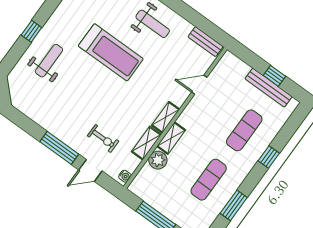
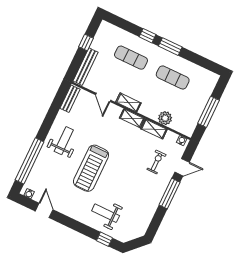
window: (31, 31) -> (104, 239), moved
treadmill: (111, 52) -> (91, 168), turned 180
bench: (269, 88) -> (86, 67), moved
shelving: (171, 138) -> (128, 102), moved
door: (90, 170) -> (182, 167), hinge flipped
window: (234, 205) -> (170, 47), moved

